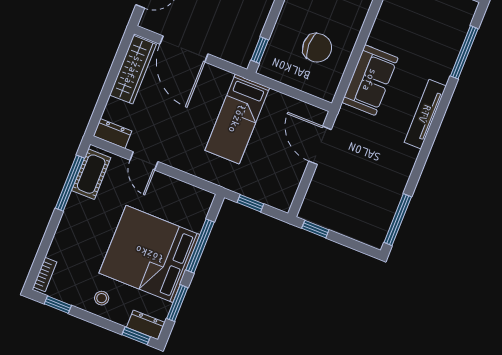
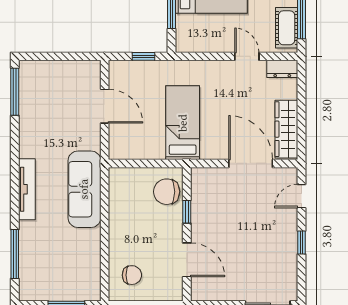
chair: (317, 48) -> (167, 192), moved
window: (260, 50) -> (187, 212), moved
sofa: (370, 80) -> (84, 189), width x1.36
door: (320, 145) -> (105, 106), moved
window: (315, 229) -> (81, 56), removed

